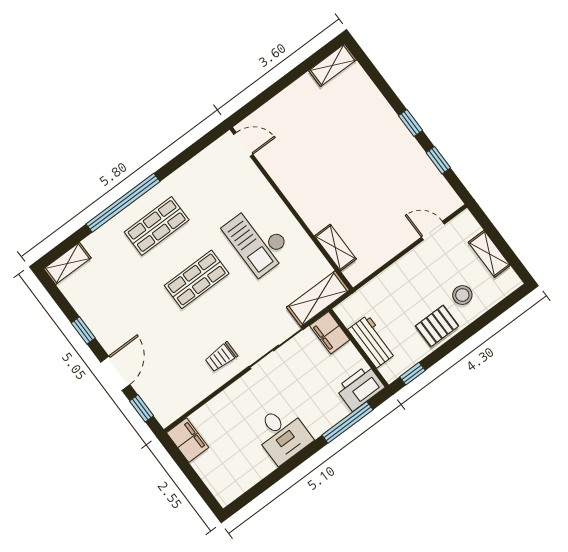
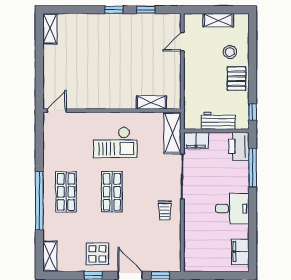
display table: (112, 317) -> (97, 254), added
filing cabinet: (188, 440) -> (240, 252), moved, turned -90

